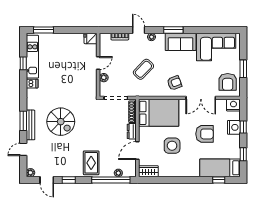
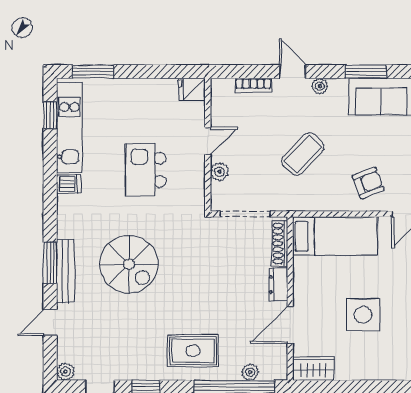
window: (23, 63) -> (50, 115), moved
kitchen island: (69, 77) -> (146, 170), added
bed: (159, 113) -> (335, 236), width x0.67
rug: (91, 163) -> (193, 351), turned 90

